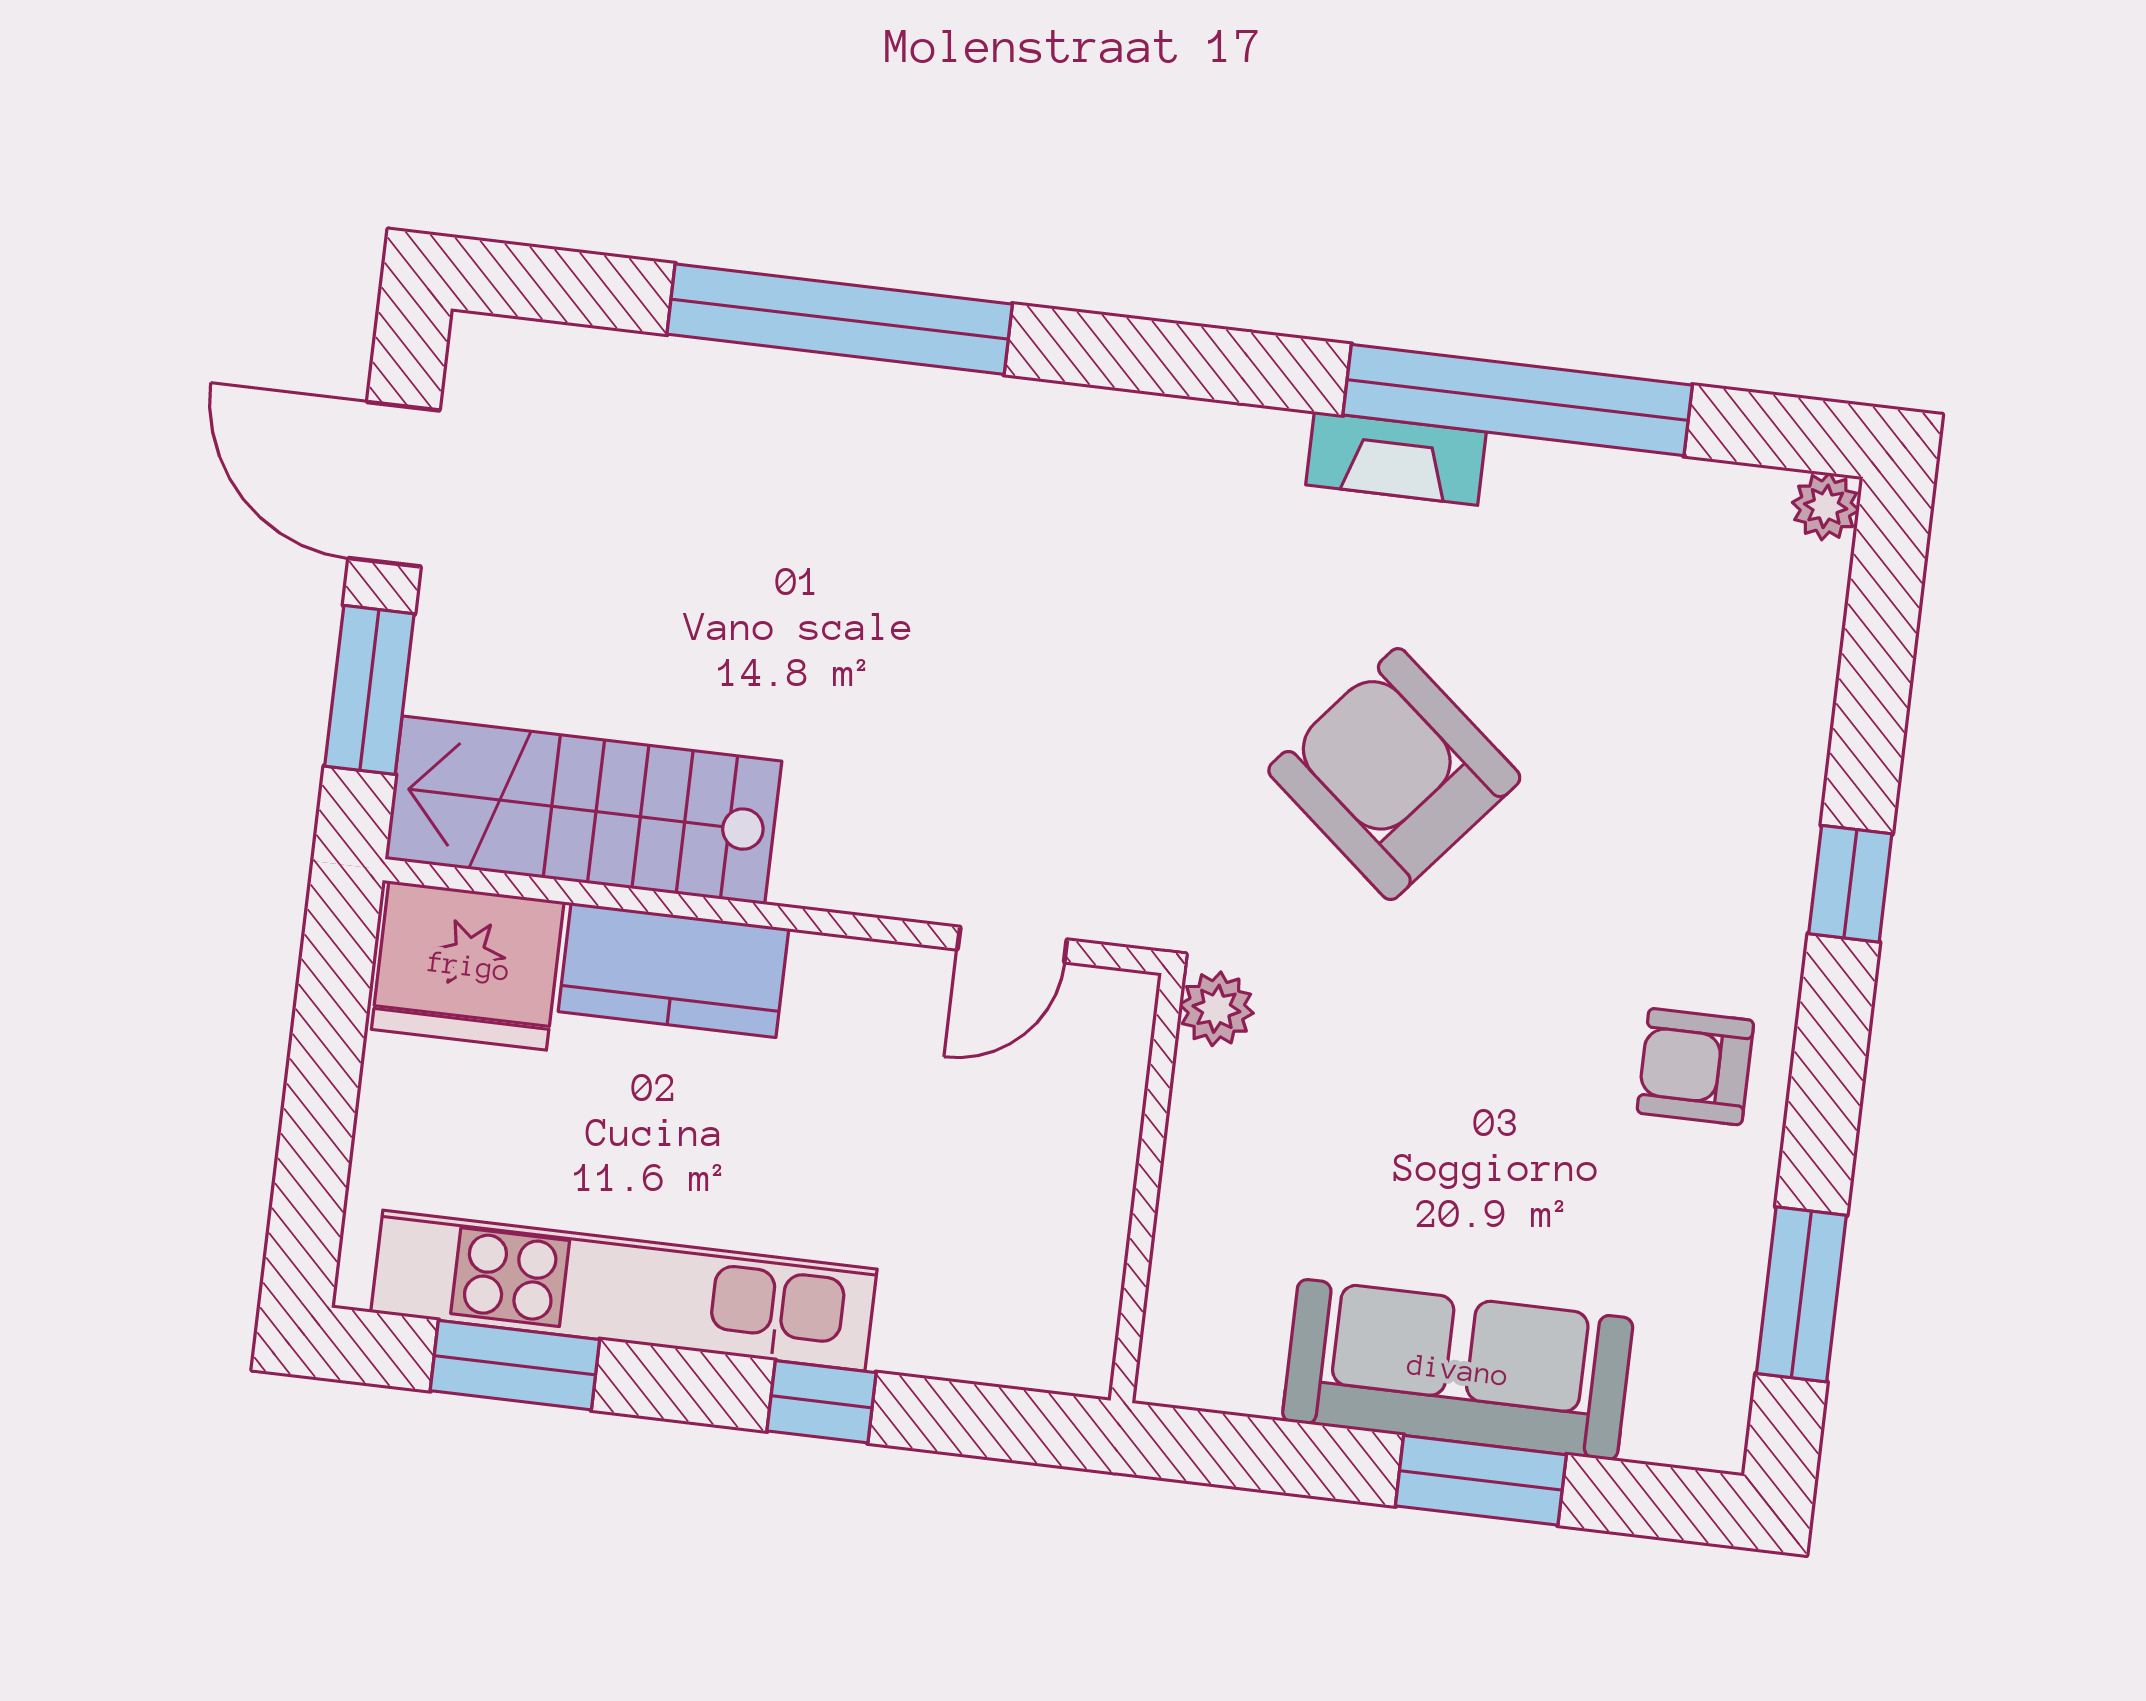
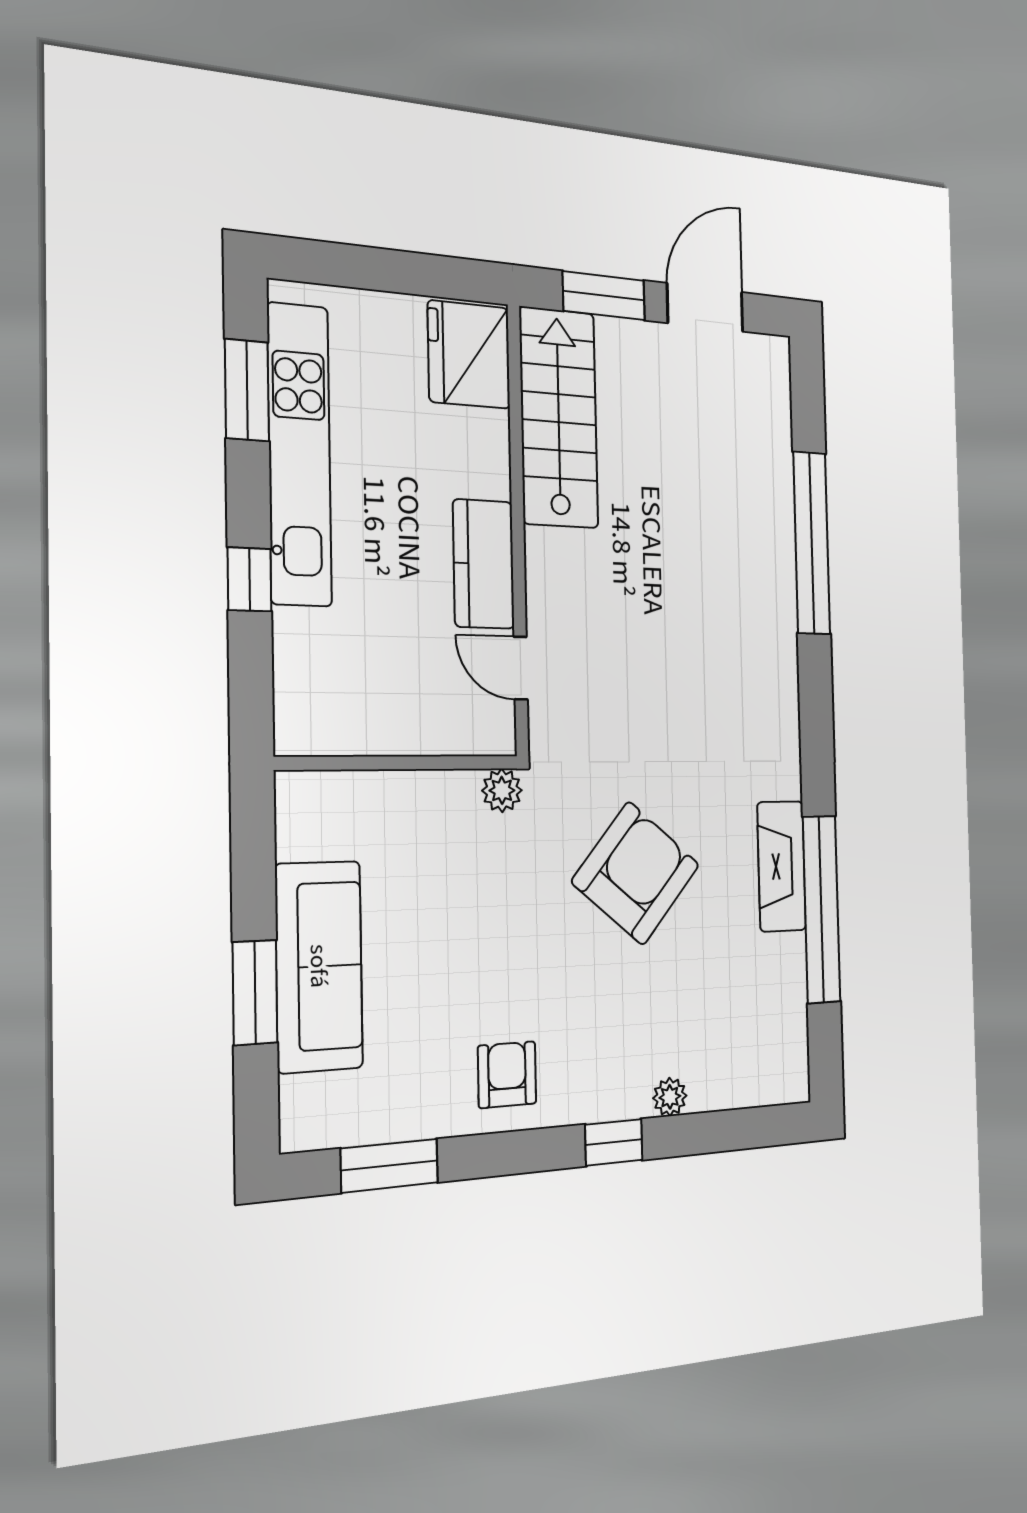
fireplace: (1396, 458) -> (782, 866), width x1.37, depth x1.32
plant: (1826, 506) -> (670, 1097), moved
kitchen counter: (674, 970) -> (484, 564), moved

